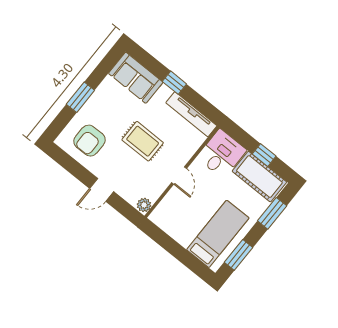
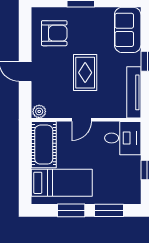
armchair: (89, 141) -> (54, 33), turned 180
cot: (259, 177) -> (44, 145), moved
window: (239, 255) -> (71, 210), moved

